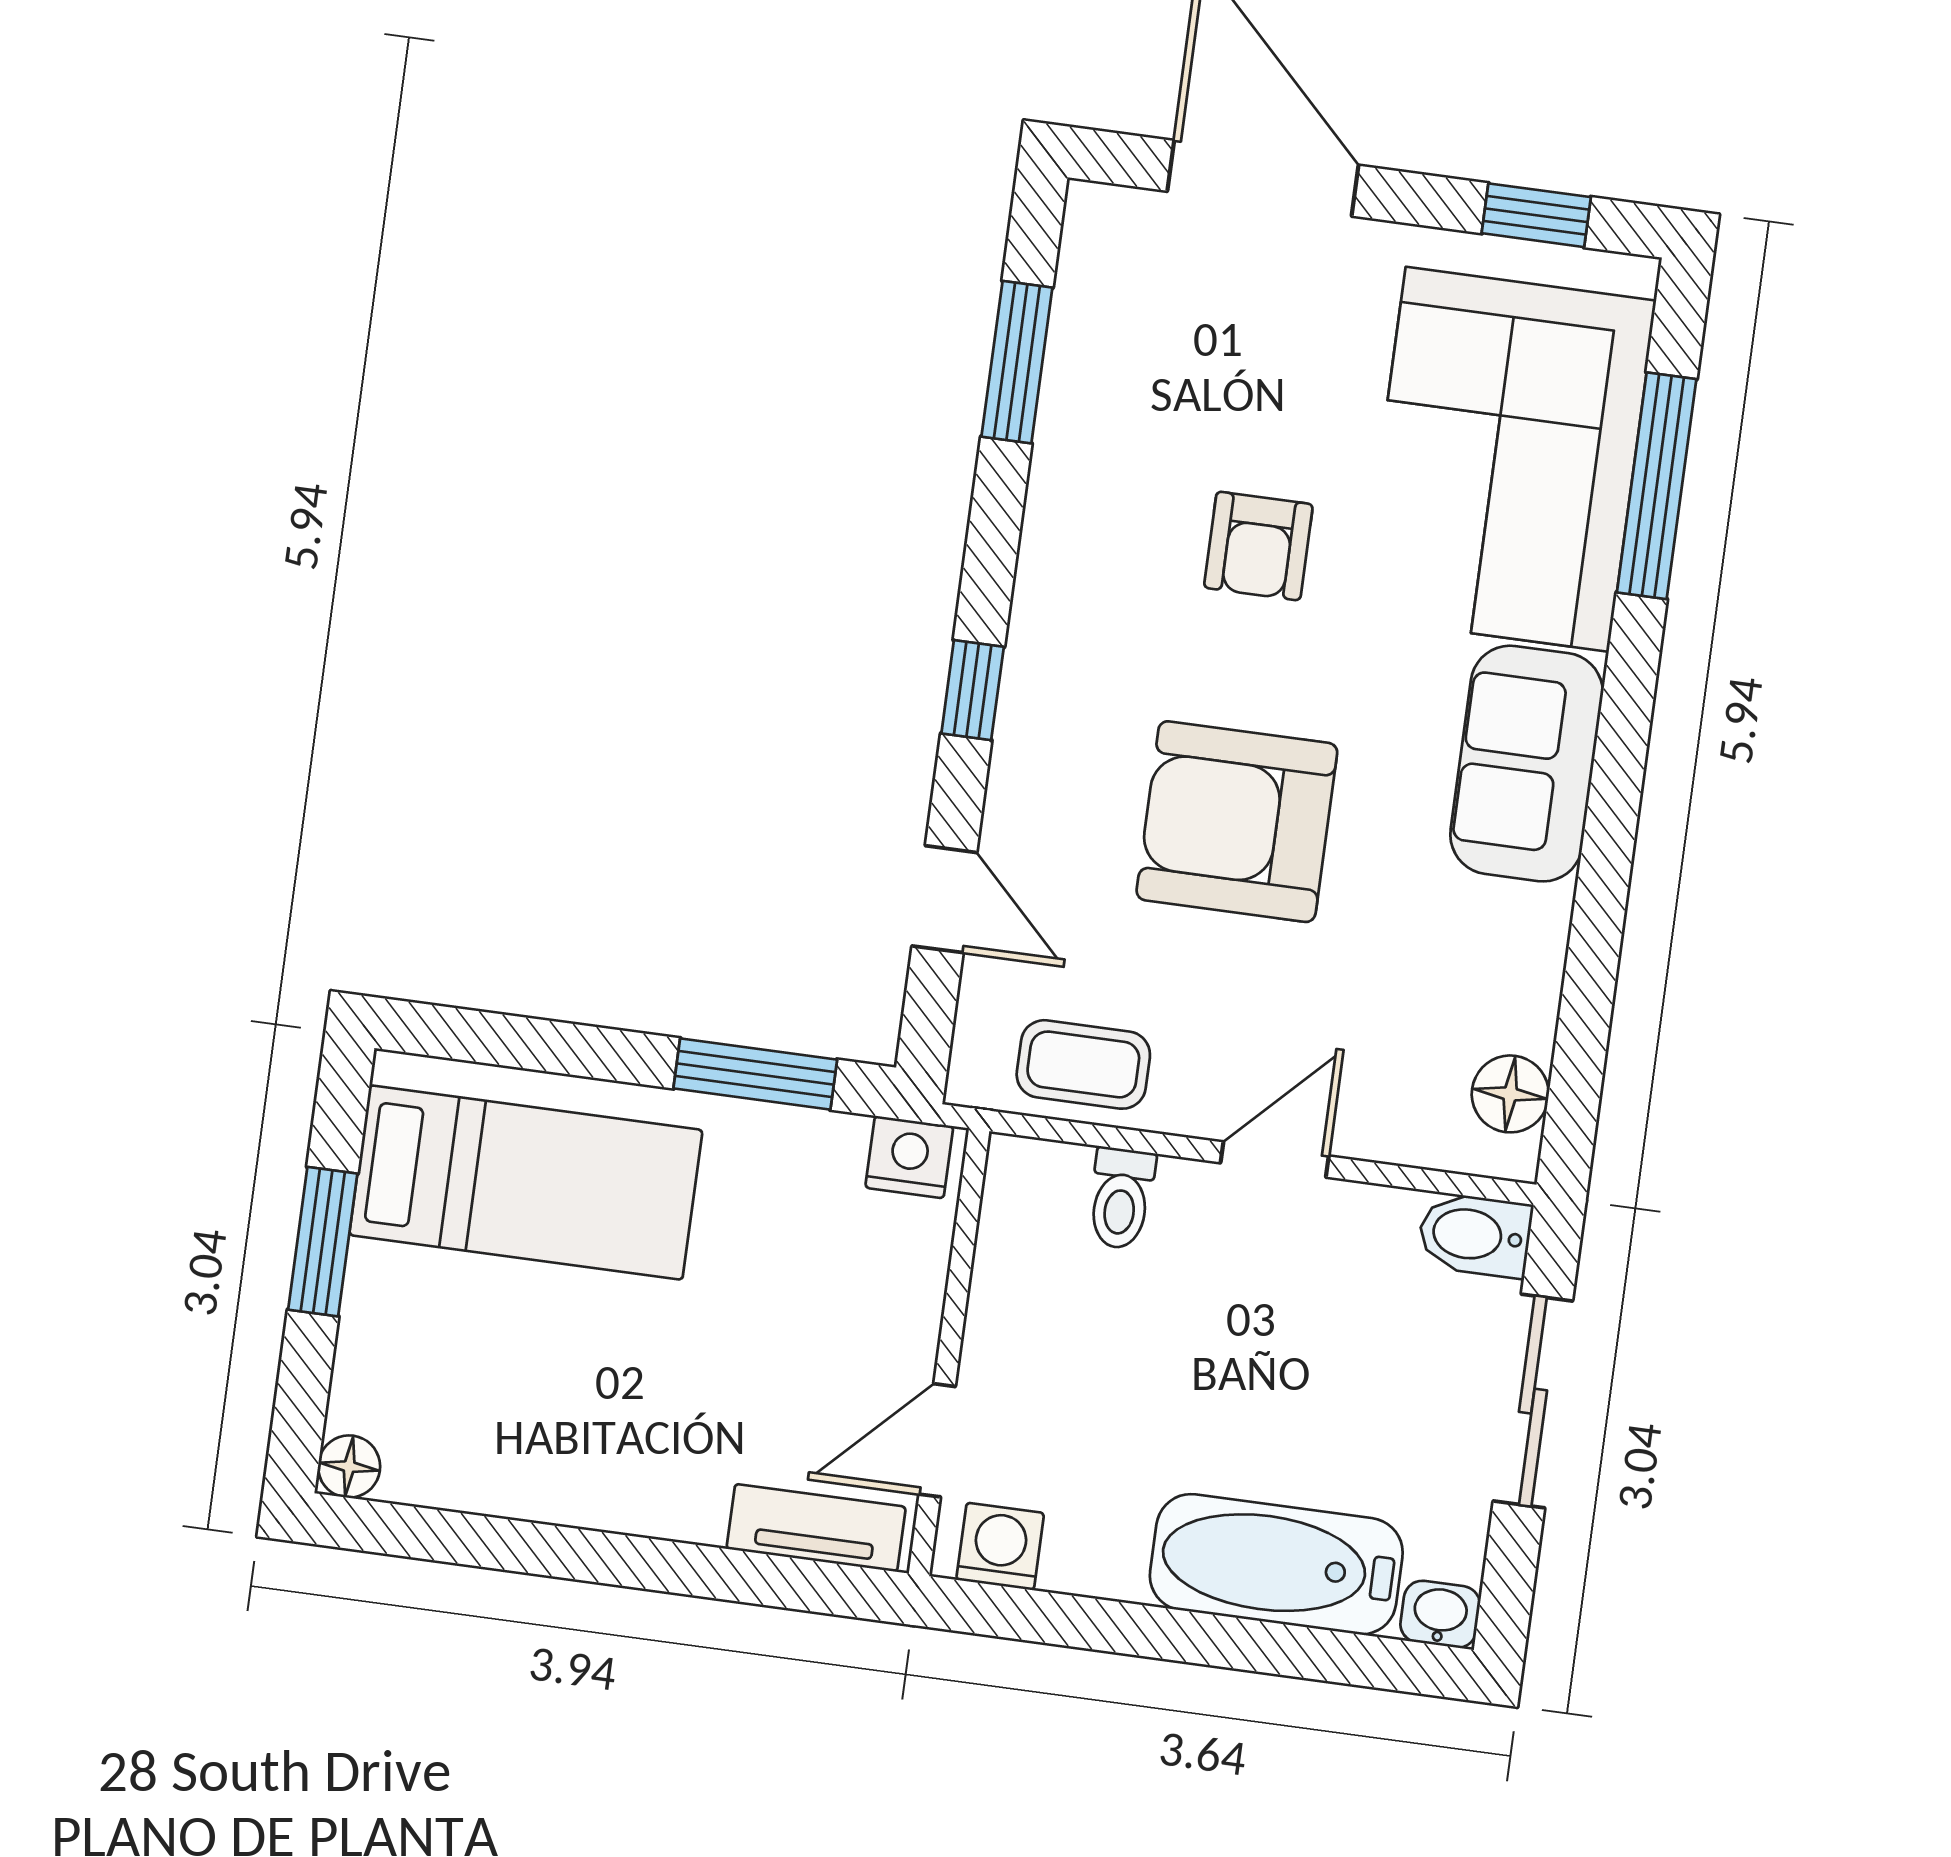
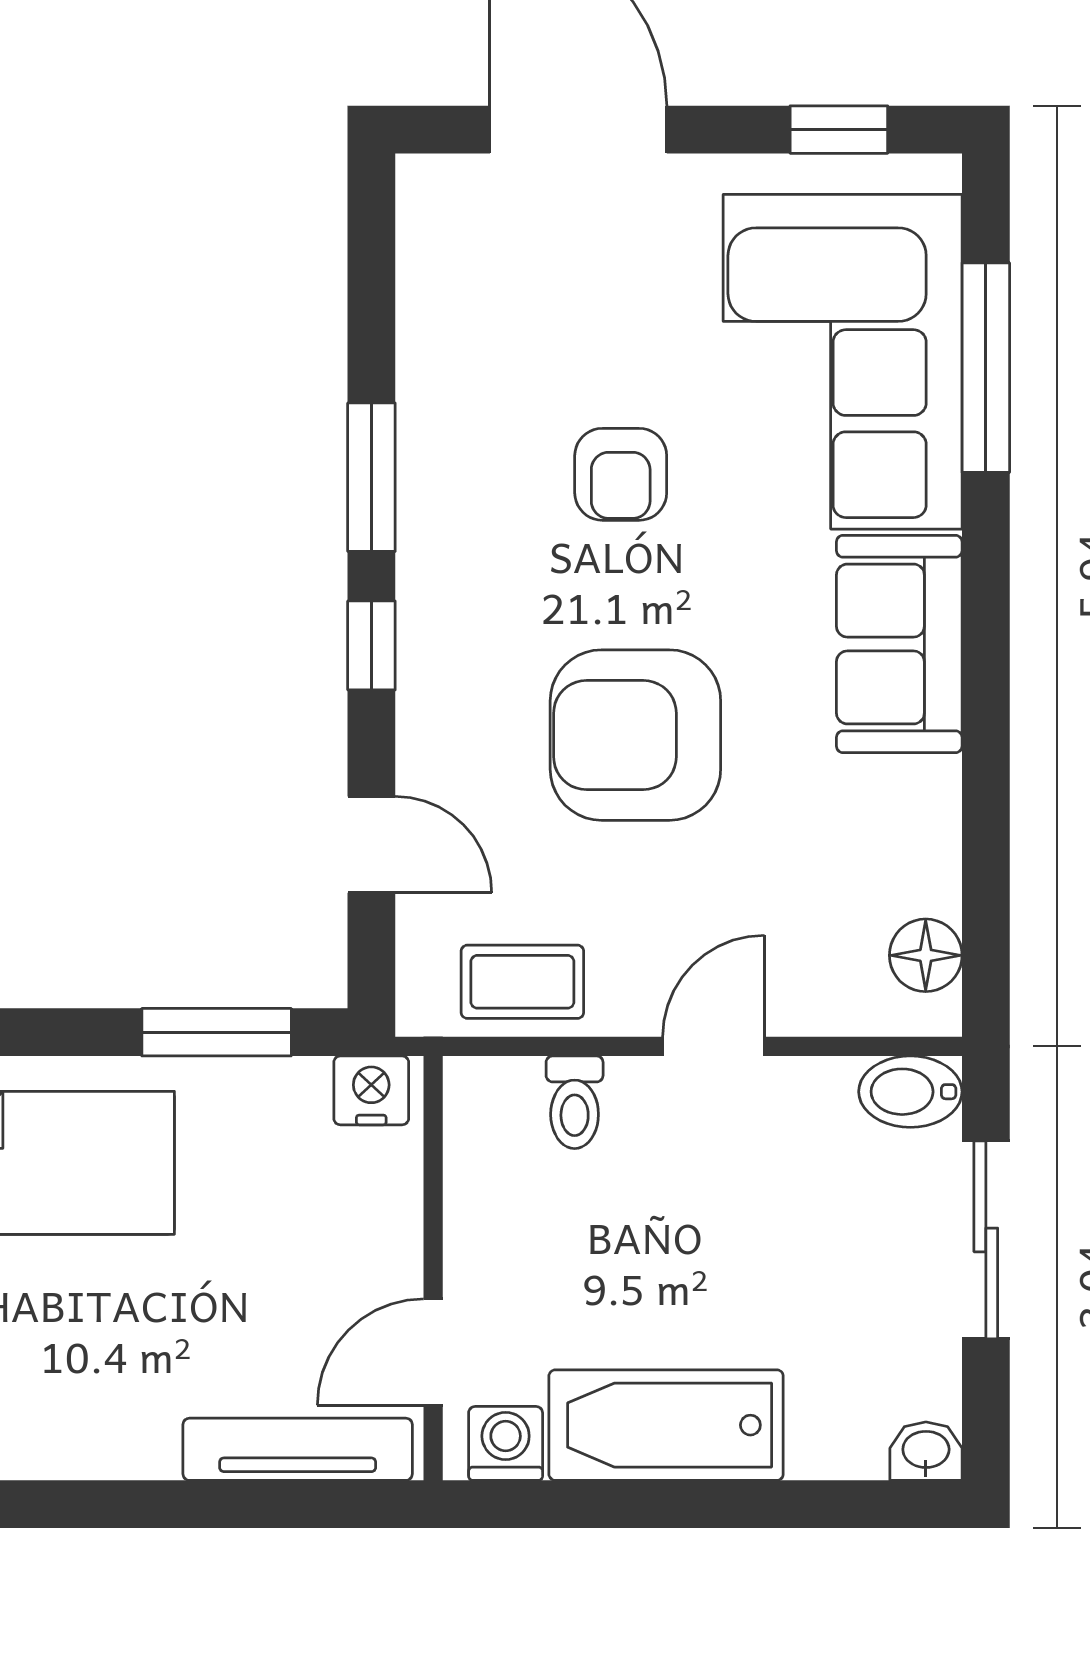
window: (1017, 362) -> (371, 477), moved
tv unit: (816, 1528) -> (298, 1449), width x1.41
bathtub: (1276, 1564) -> (666, 1425), moved

